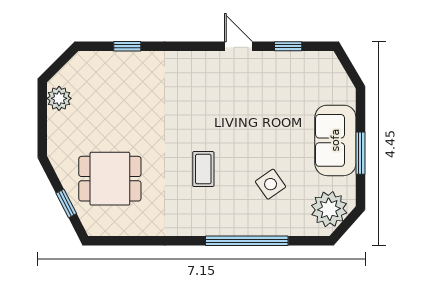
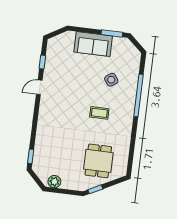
window: (127, 46) -> (31, 156), moved
window: (360, 153) -> (112, 33), moved
window: (66, 203) -> (95, 189), moved
plant: (329, 209) -> (128, 52), removed

